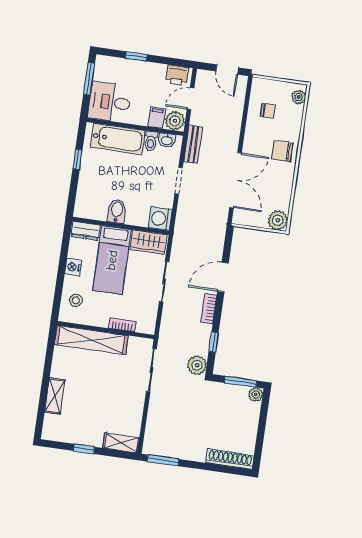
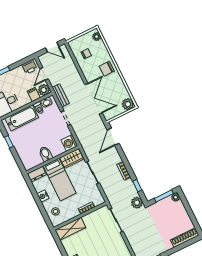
door: (223, 277) -> (113, 137), moved
shelving: (91, 340) -> (70, 229), width x0.68

